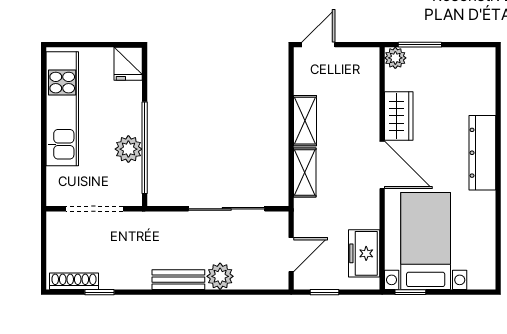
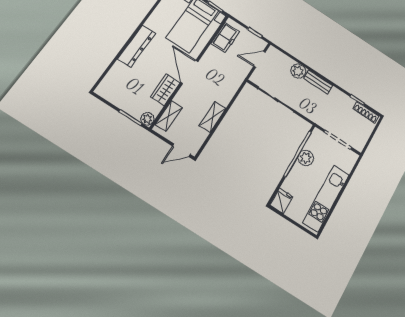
shelving: (305, 172) -> (169, 116), moved

